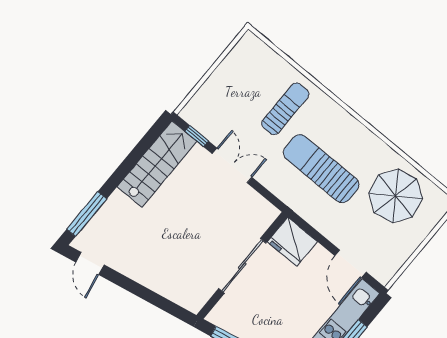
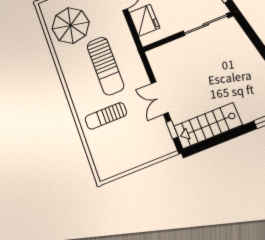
fridge: (292, 242) -> (144, 20), moved
sliding door: (242, 266) -> (206, 24), moved

